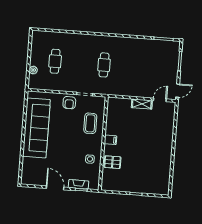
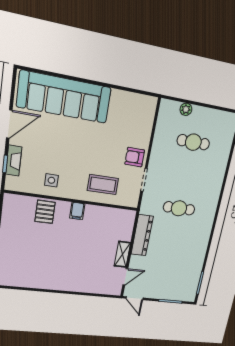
dresser: (126, 91) -> (142, 235), added
door: (160, 100) -> (125, 277), hinge flipped
sofa: (36, 128) -> (64, 97), moved

